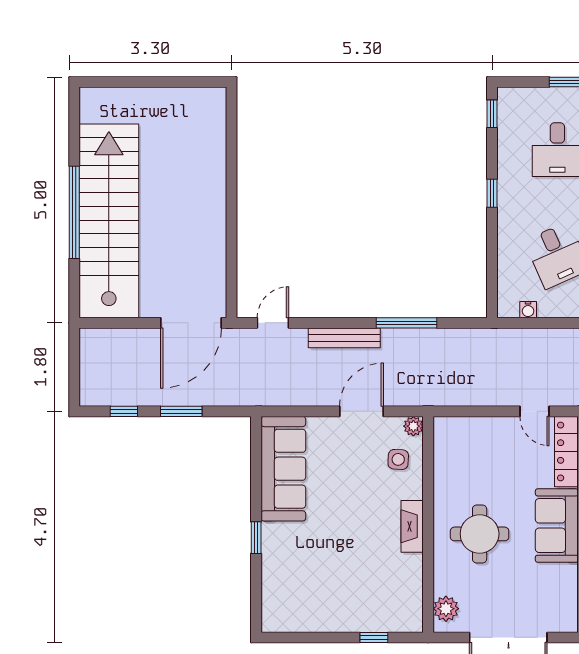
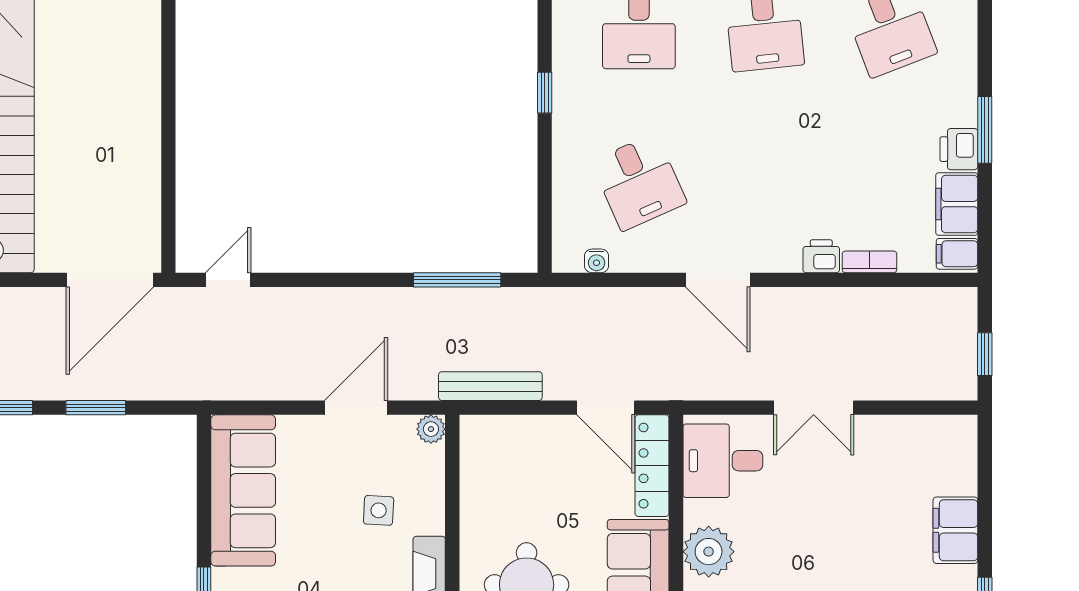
window: (406, 323) -> (457, 280), moved
bench: (344, 338) -> (490, 386), moved
door: (534, 411) -> (606, 408), width x1.38
side table: (398, 459) -> (379, 510), moved

